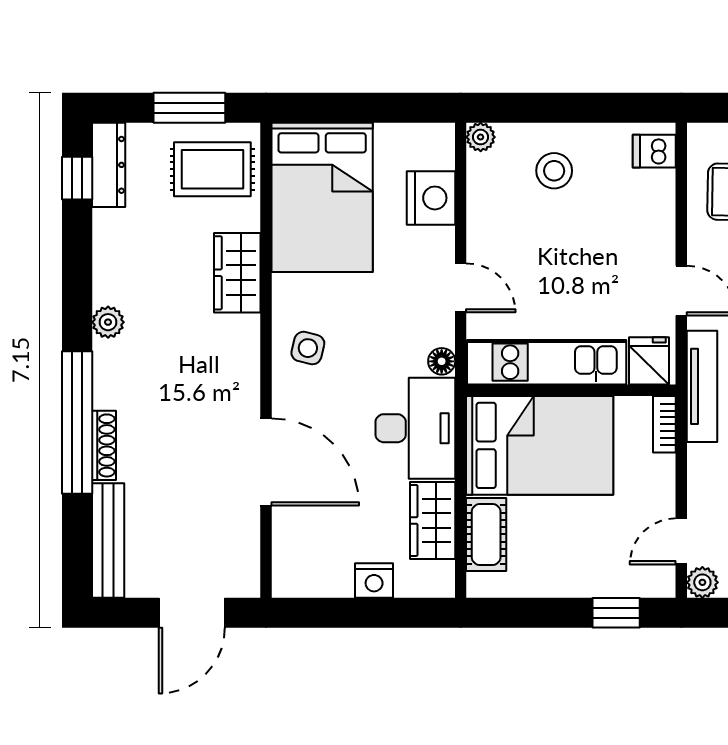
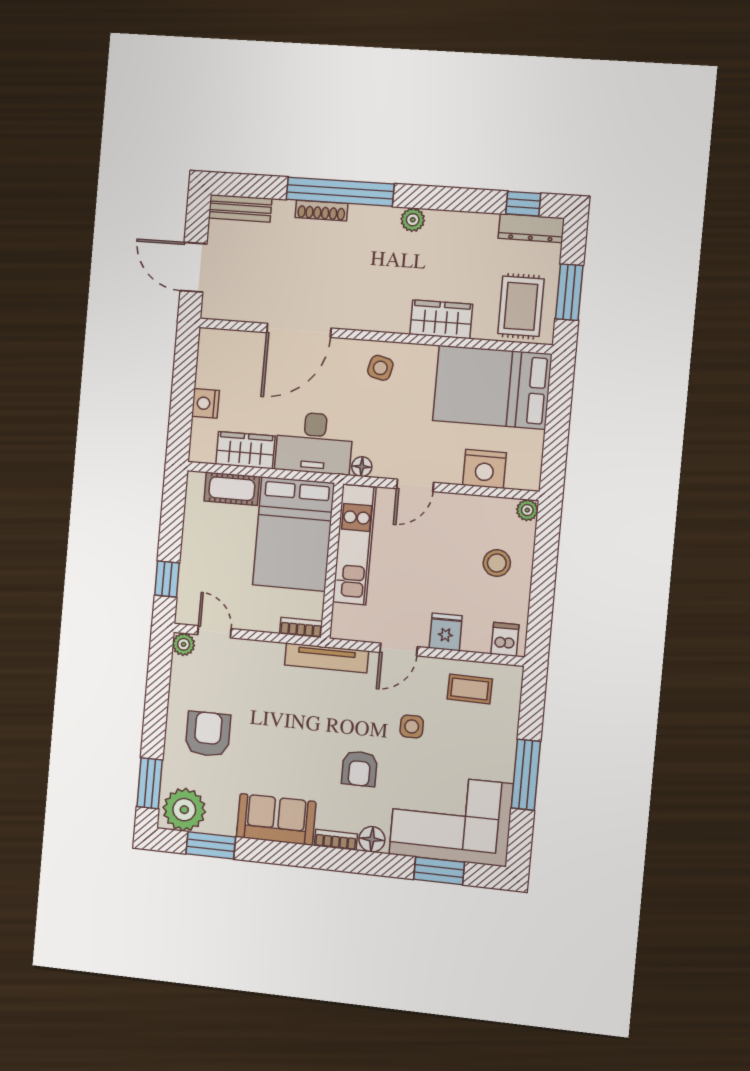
fridge: (649, 361) -> (446, 632), moved, turned -90
bench: (108, 541) -> (240, 208), width x0.73

